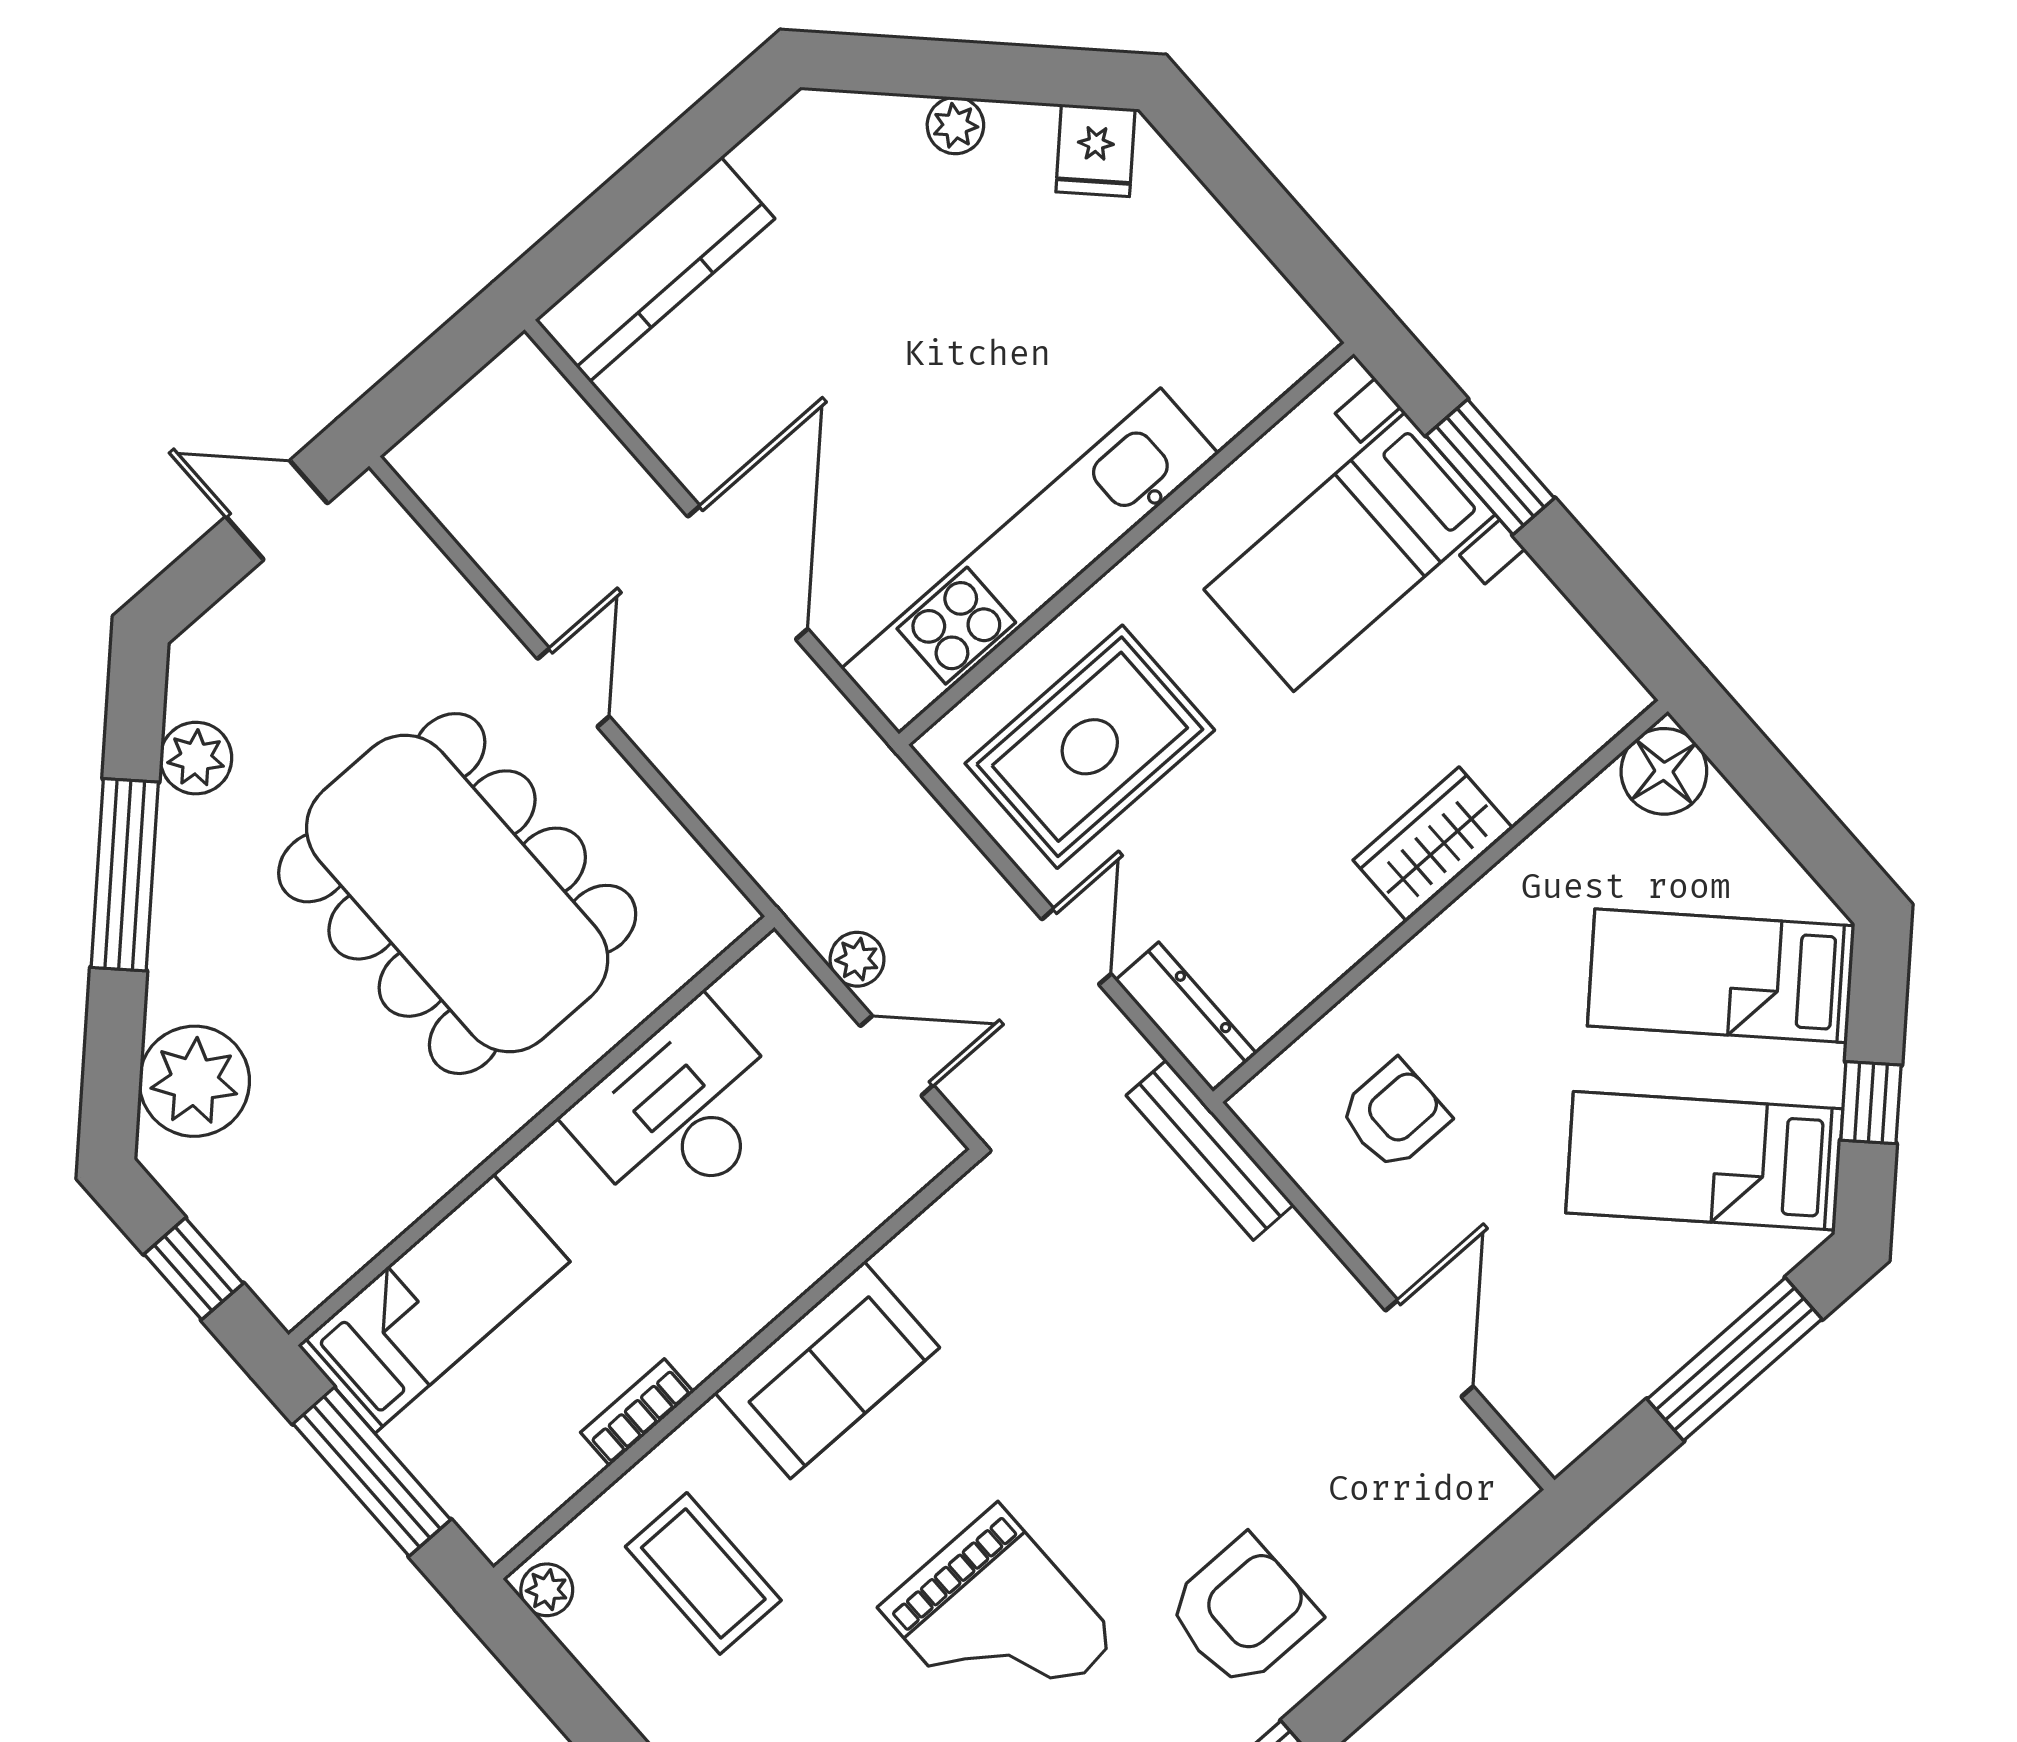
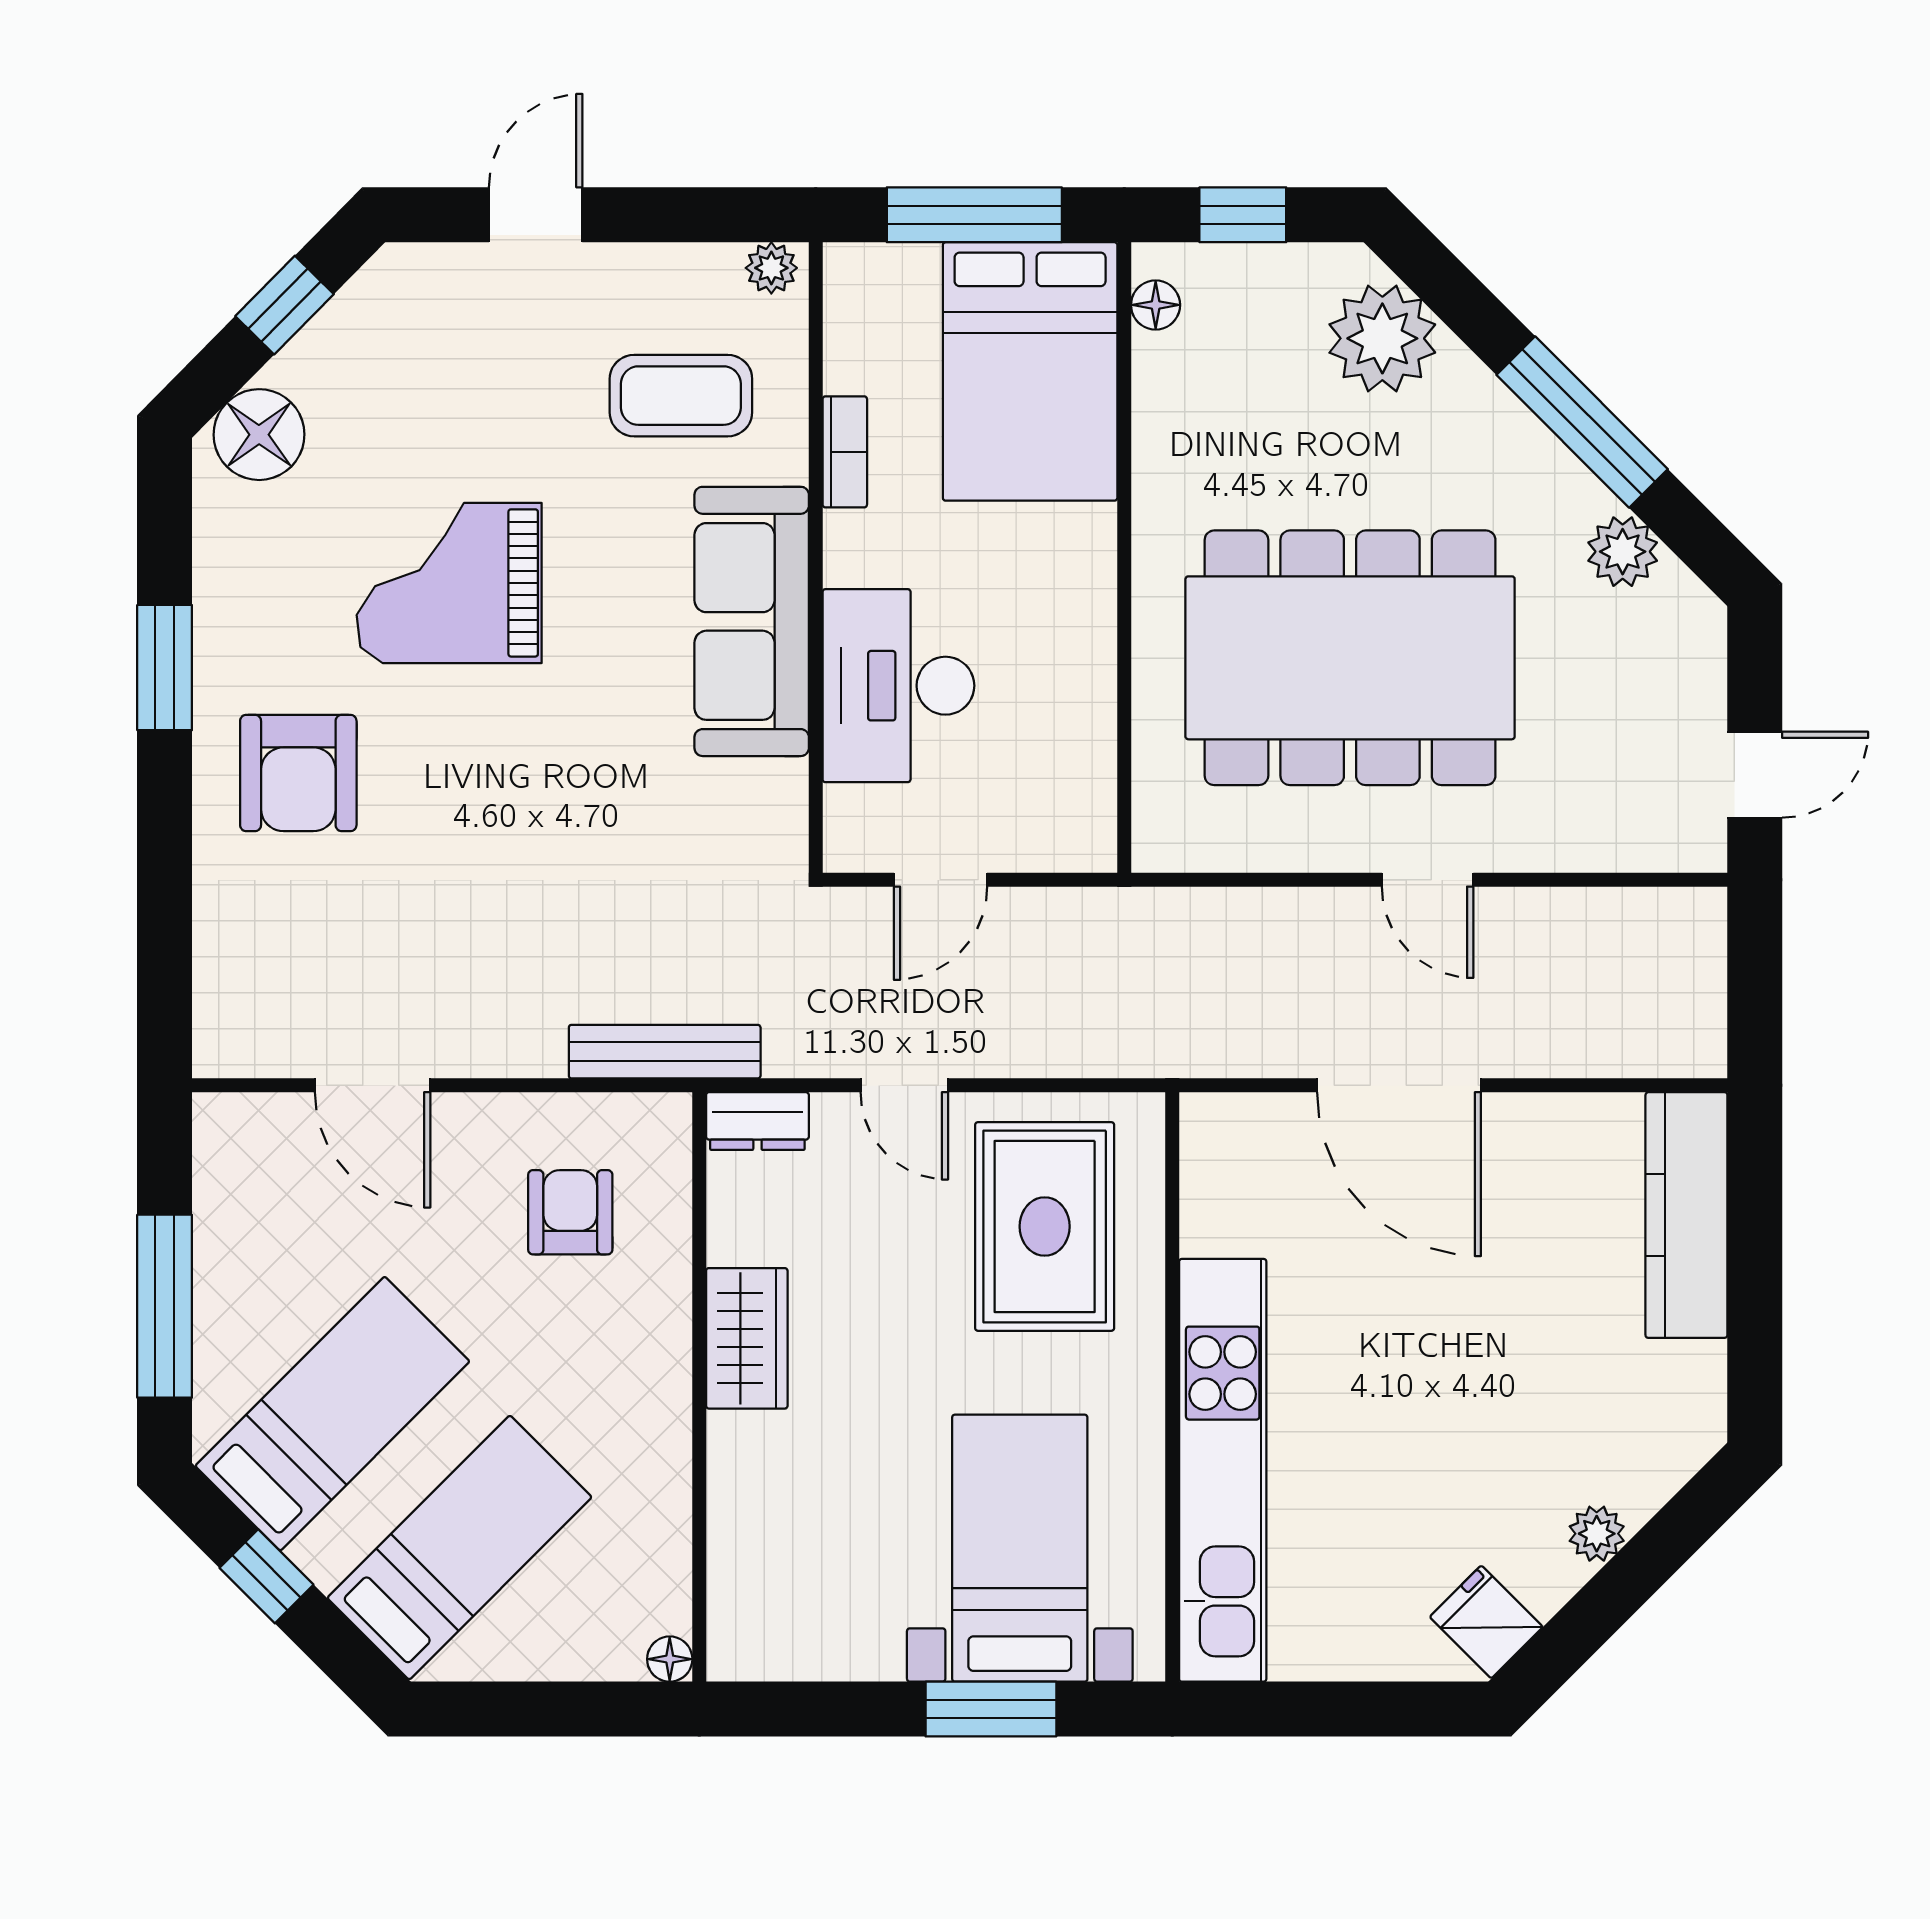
kitchen unit: (1030, 561) -> (1223, 1470), moved
floor lamp: (1664, 771) -> (670, 1659), width x0.53, depth x0.53
wardrobe: (1433, 844) -> (747, 1338), moved
plant: (857, 959) -> (1039, 913), removed
dresser: (1186, 1017) -> (757, 1121), width x0.70
desk: (680, 1111) -> (898, 686), moved, turned 180
armchair: (1394, 1115) -> (570, 1212), turned 180
floor lamp: (320, 1275) -> (1156, 305), added
bed: (434, 1304) -> (1030, 371), width x1.50
sofa: (827, 1370) -> (752, 621), width x1.36

